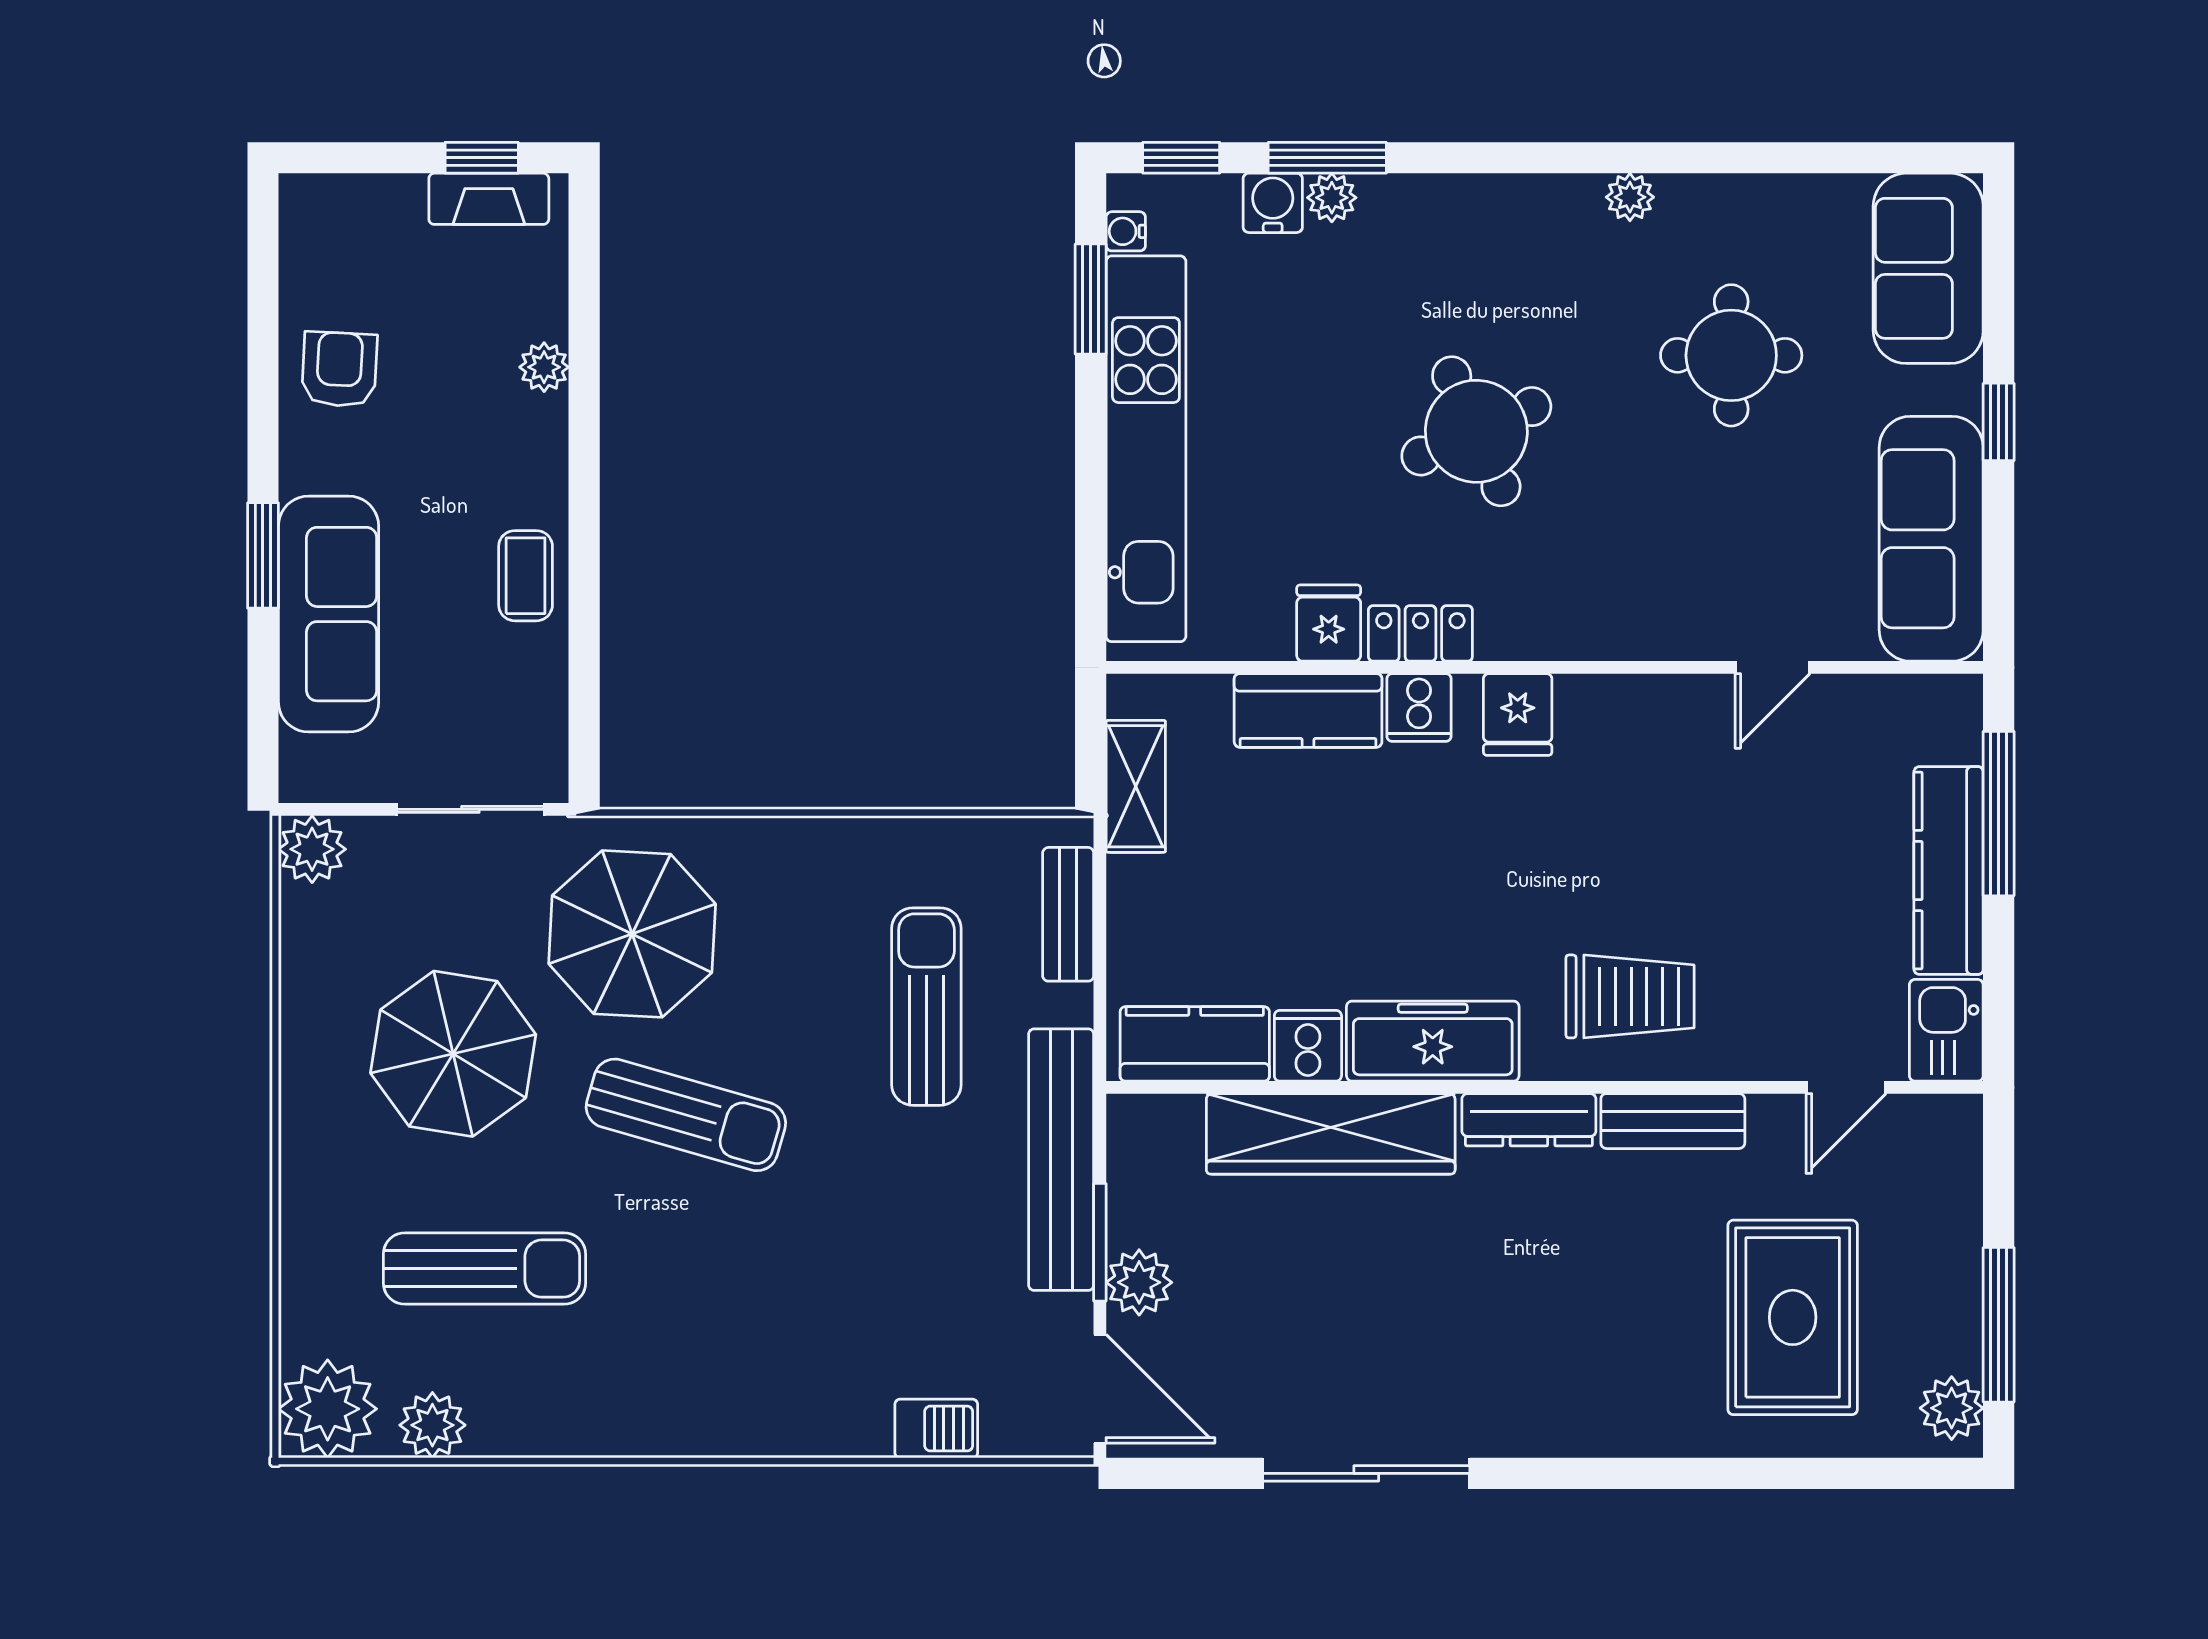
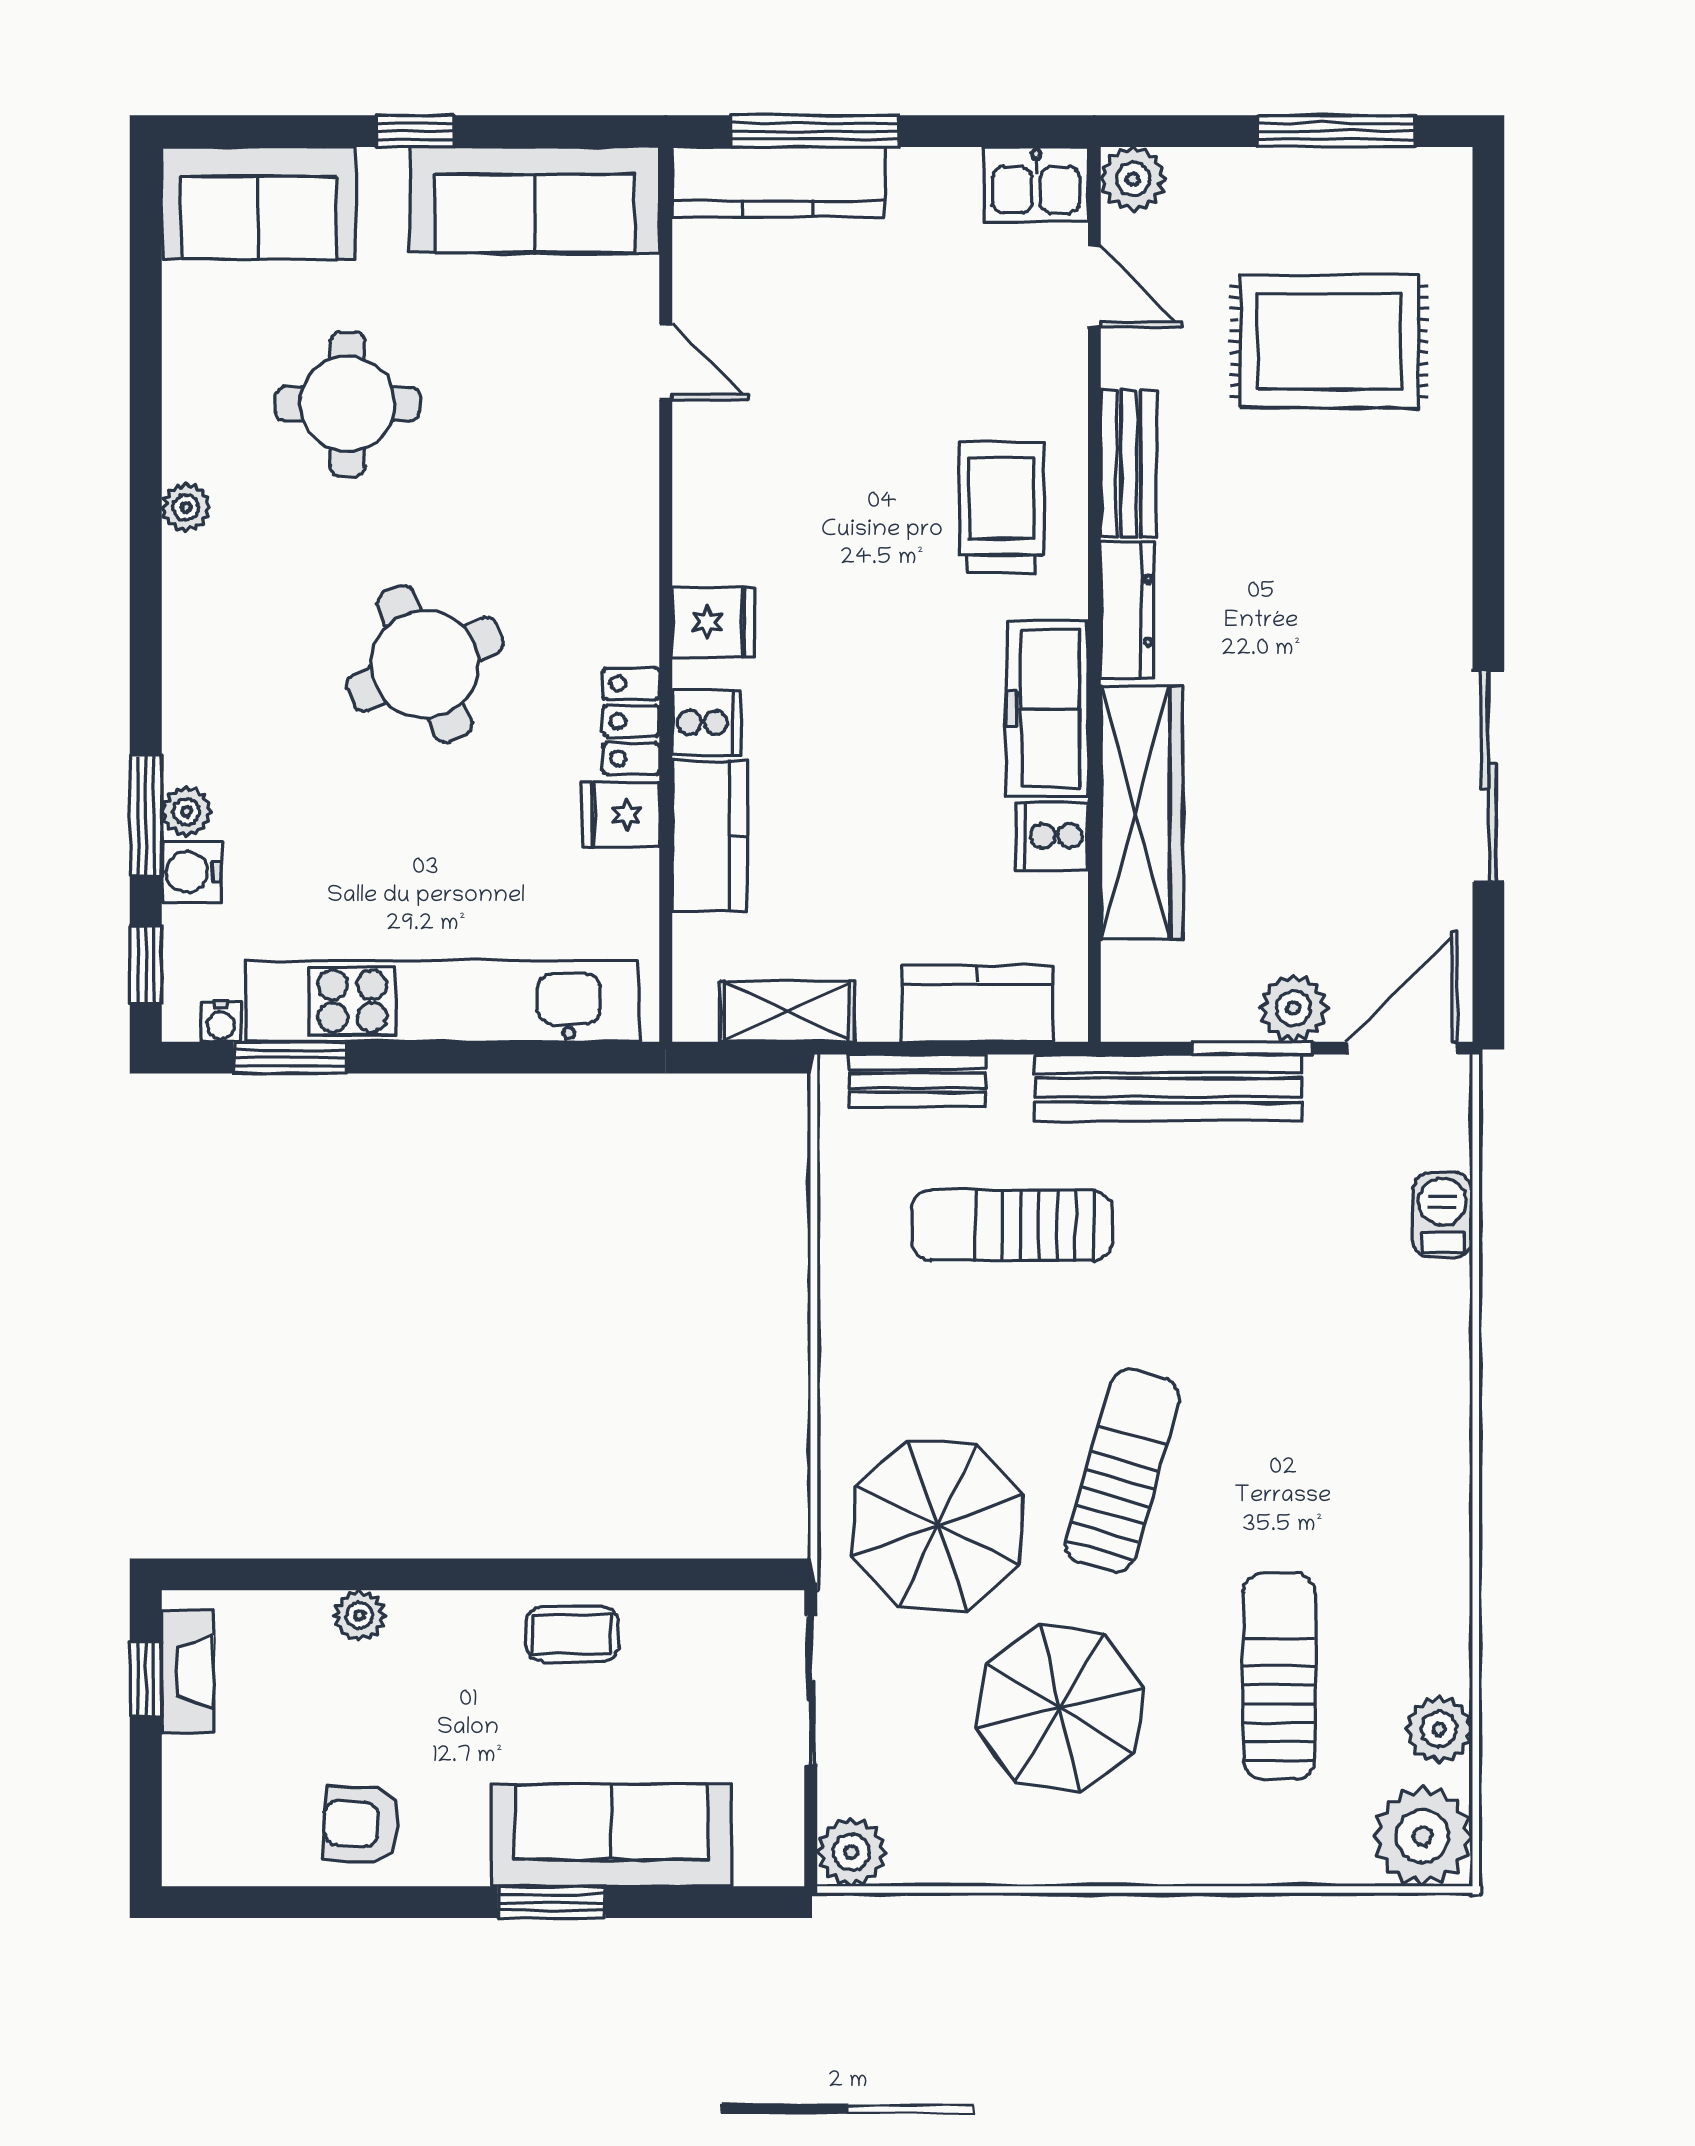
kitchen counter: (1949, 871) -> (778, 182), moved
kitchen counter: (1195, 1044) -> (978, 1004), moved, turned 90
plant: (1952, 1408) -> (1133, 179), moved

